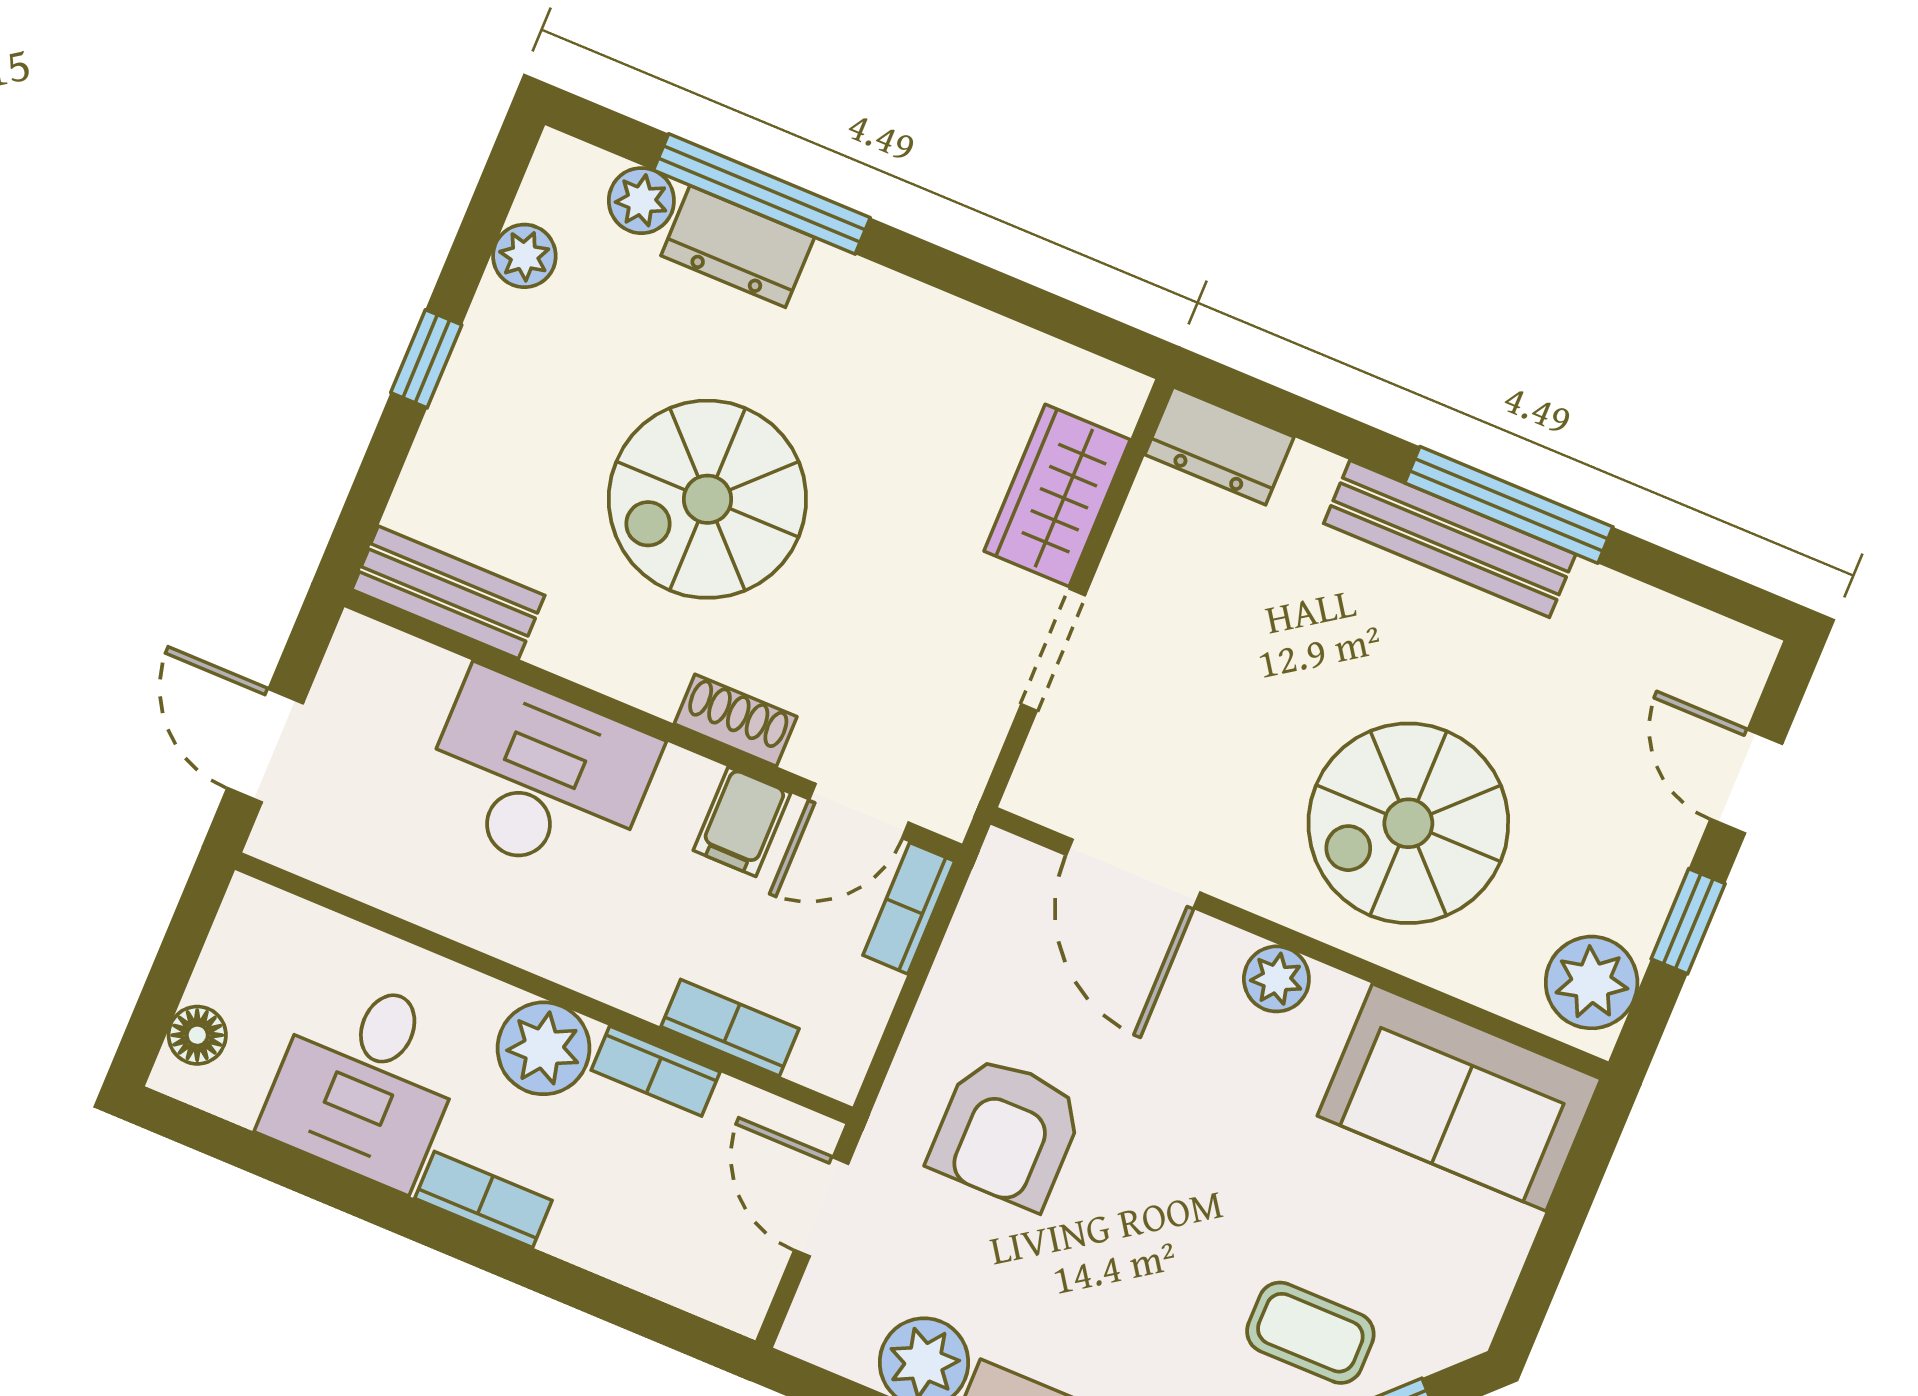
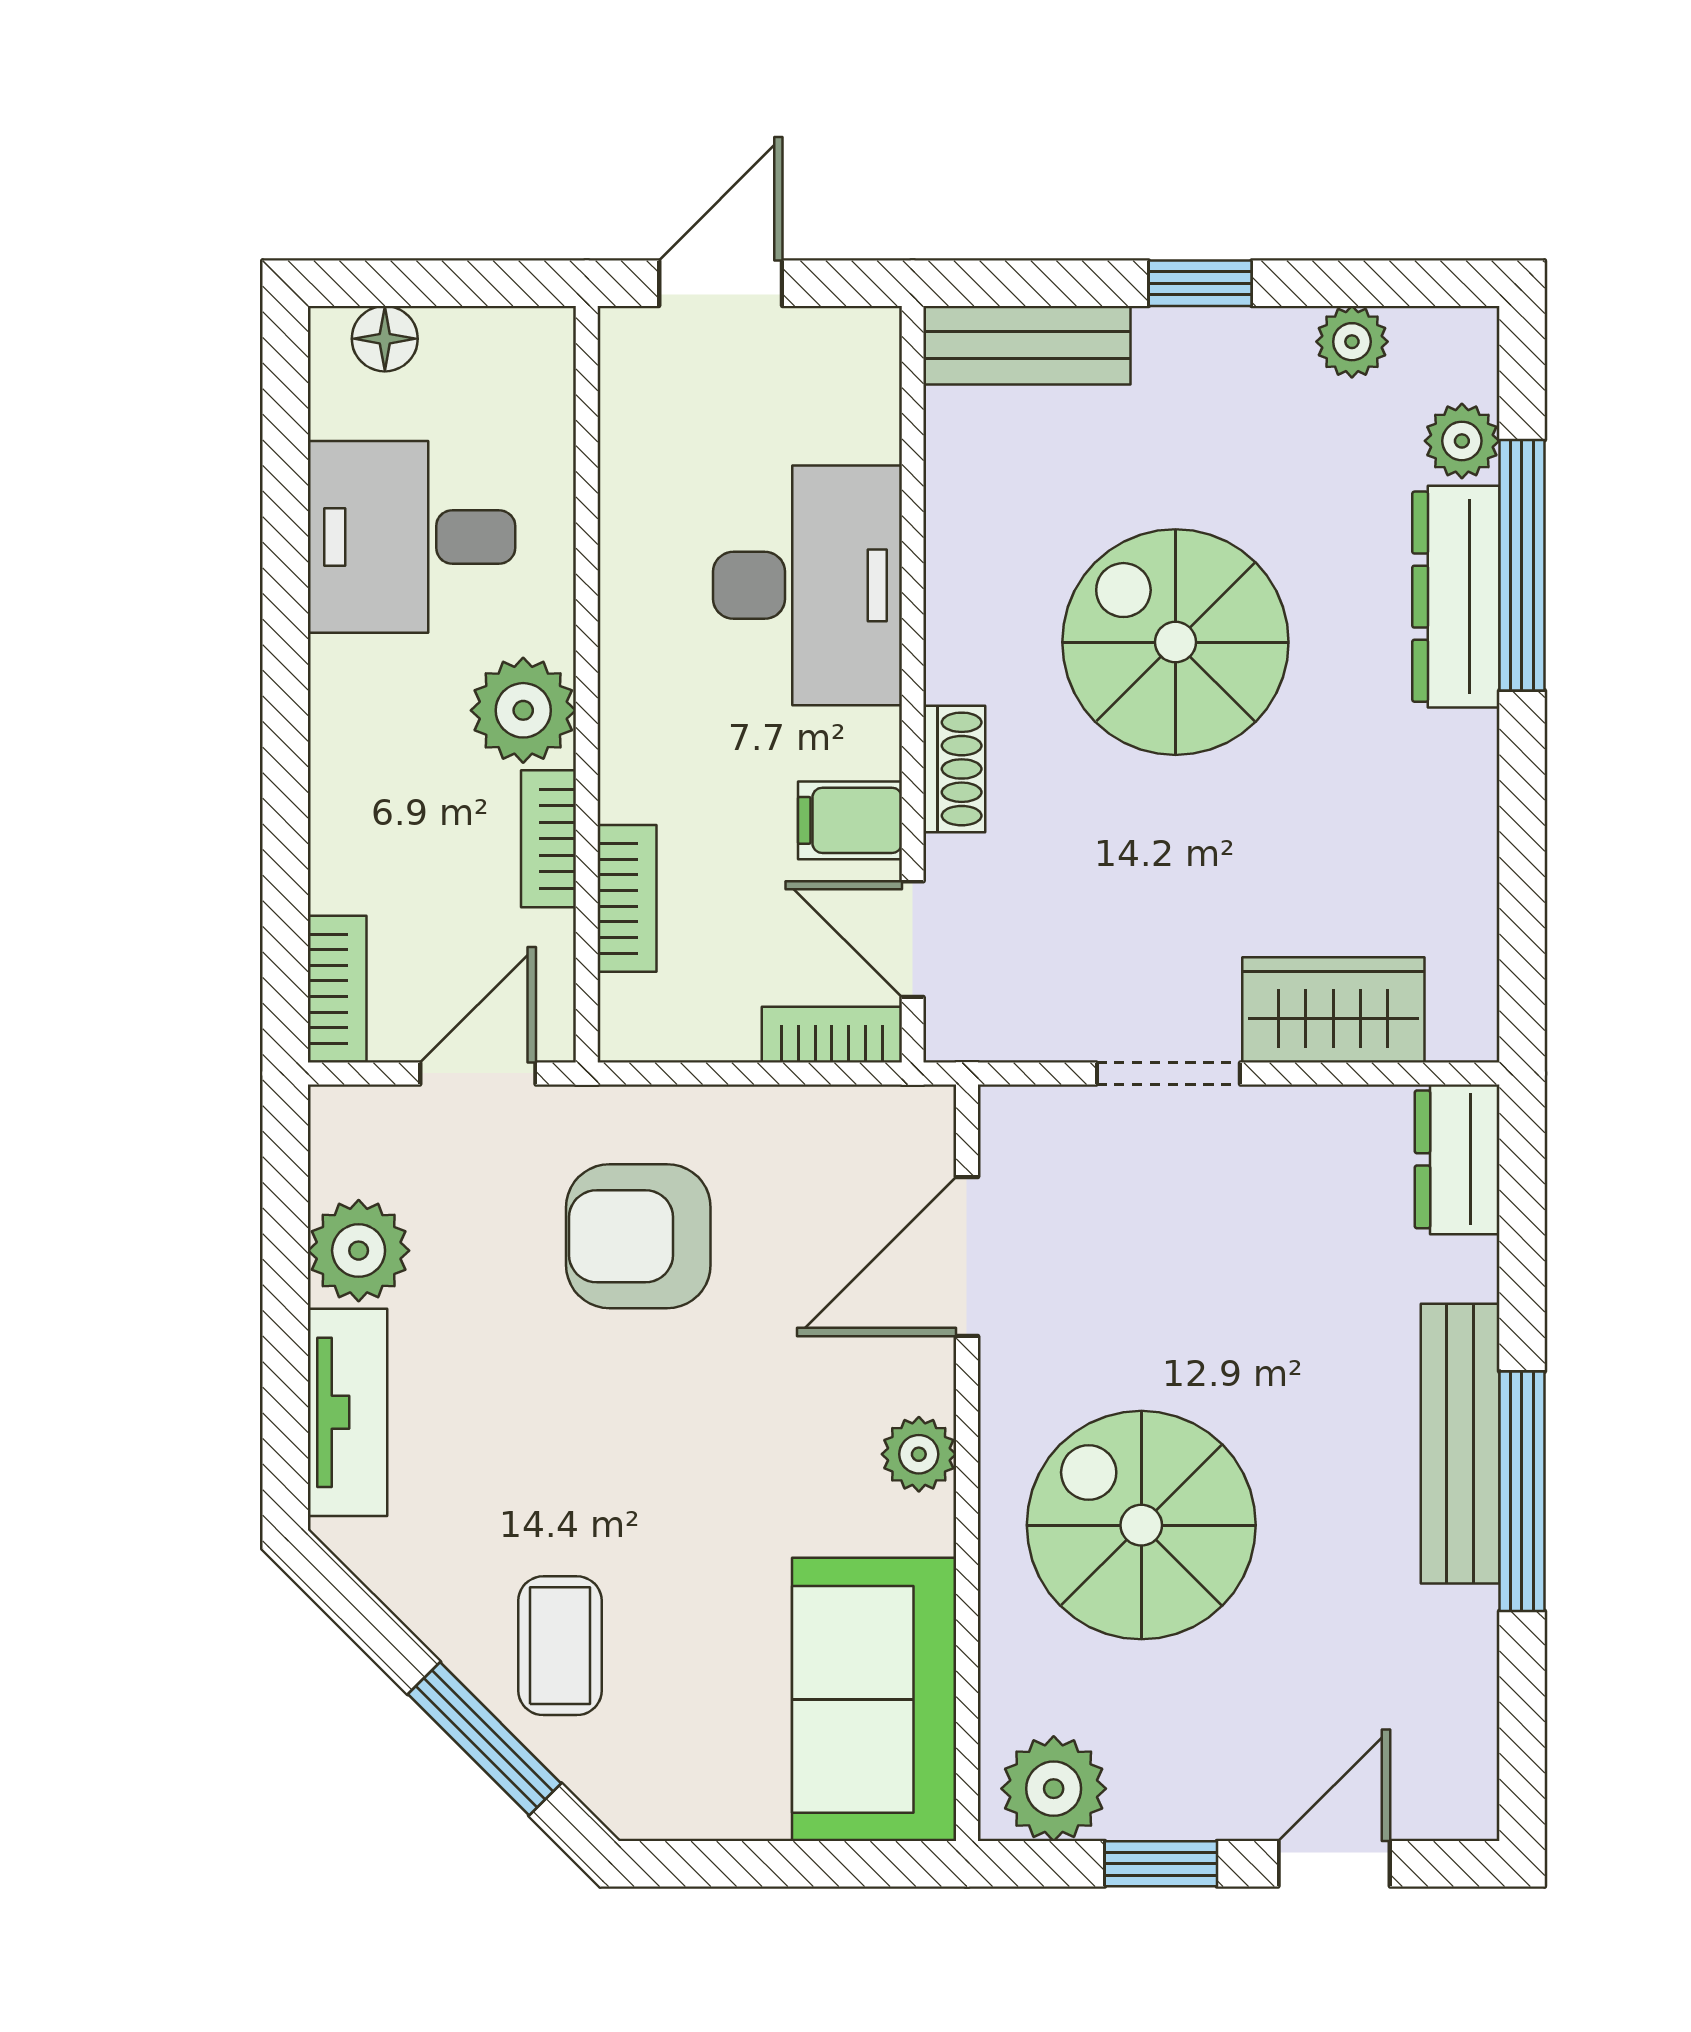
dresser: (738, 246) -> (1456, 597), width x1.44
bench: (448, 592) -> (1027, 345), moved, turned 90
bookcase: (483, 1199) -> (337, 989), moved

